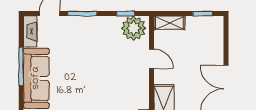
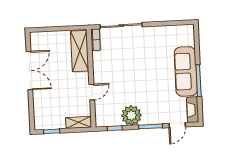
plant: (134, 28) -> (131, 115), moved
door: (152, 59) -> (92, 92), swing flipped

